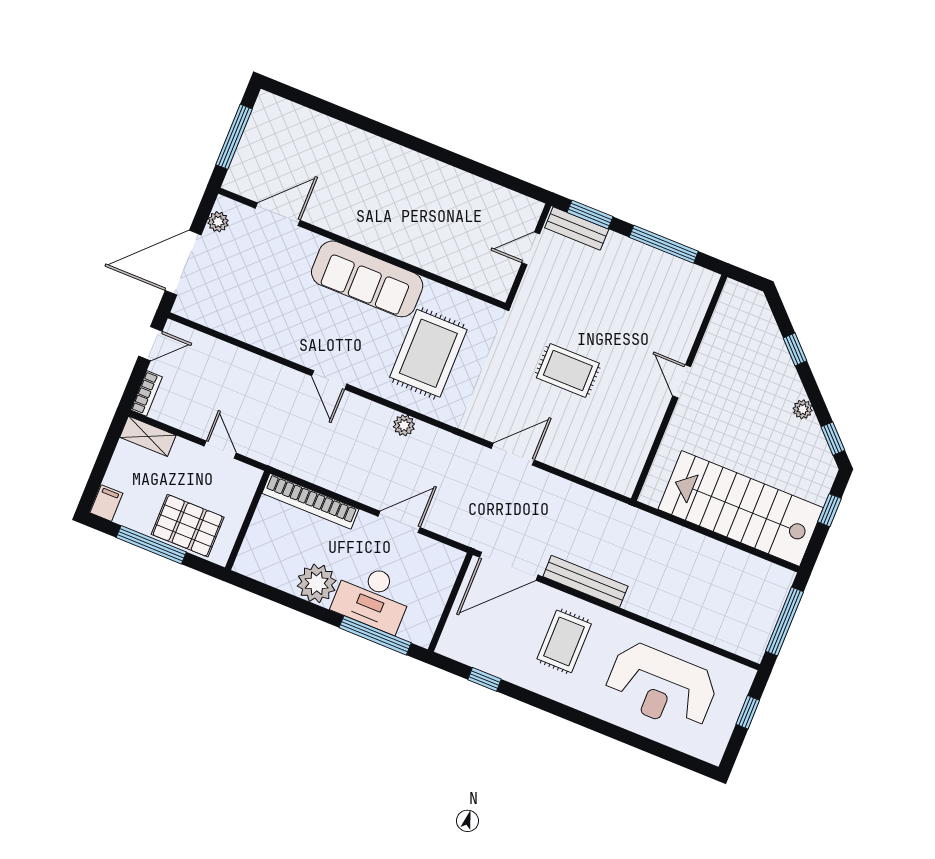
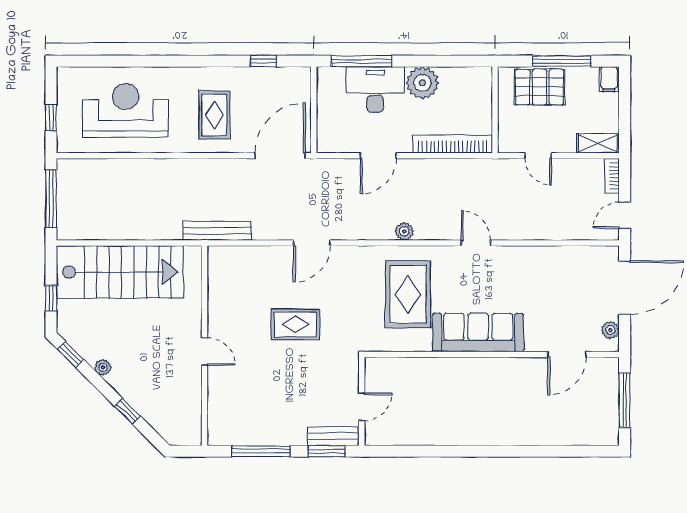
bench: (585, 581) -> (217, 231), moved

